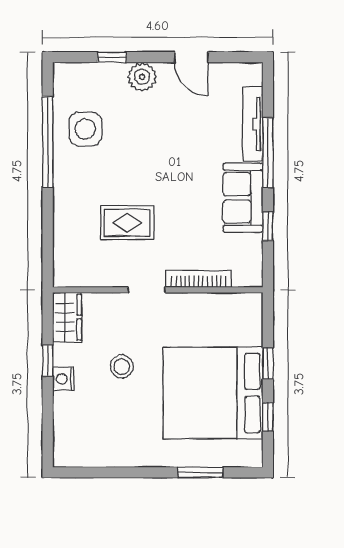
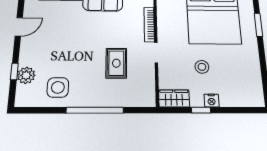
plant: (142, 77) -> (26, 75), moved
window: (48, 142) -> (95, 110), moved

